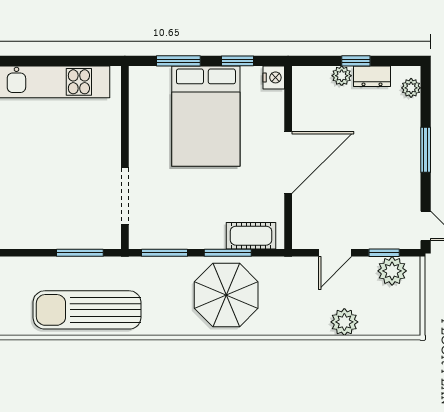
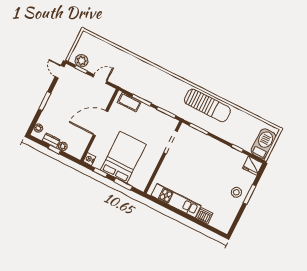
parasol: (226, 295) -> (151, 84), removed
plant: (344, 322) -> (110, 50), removed

